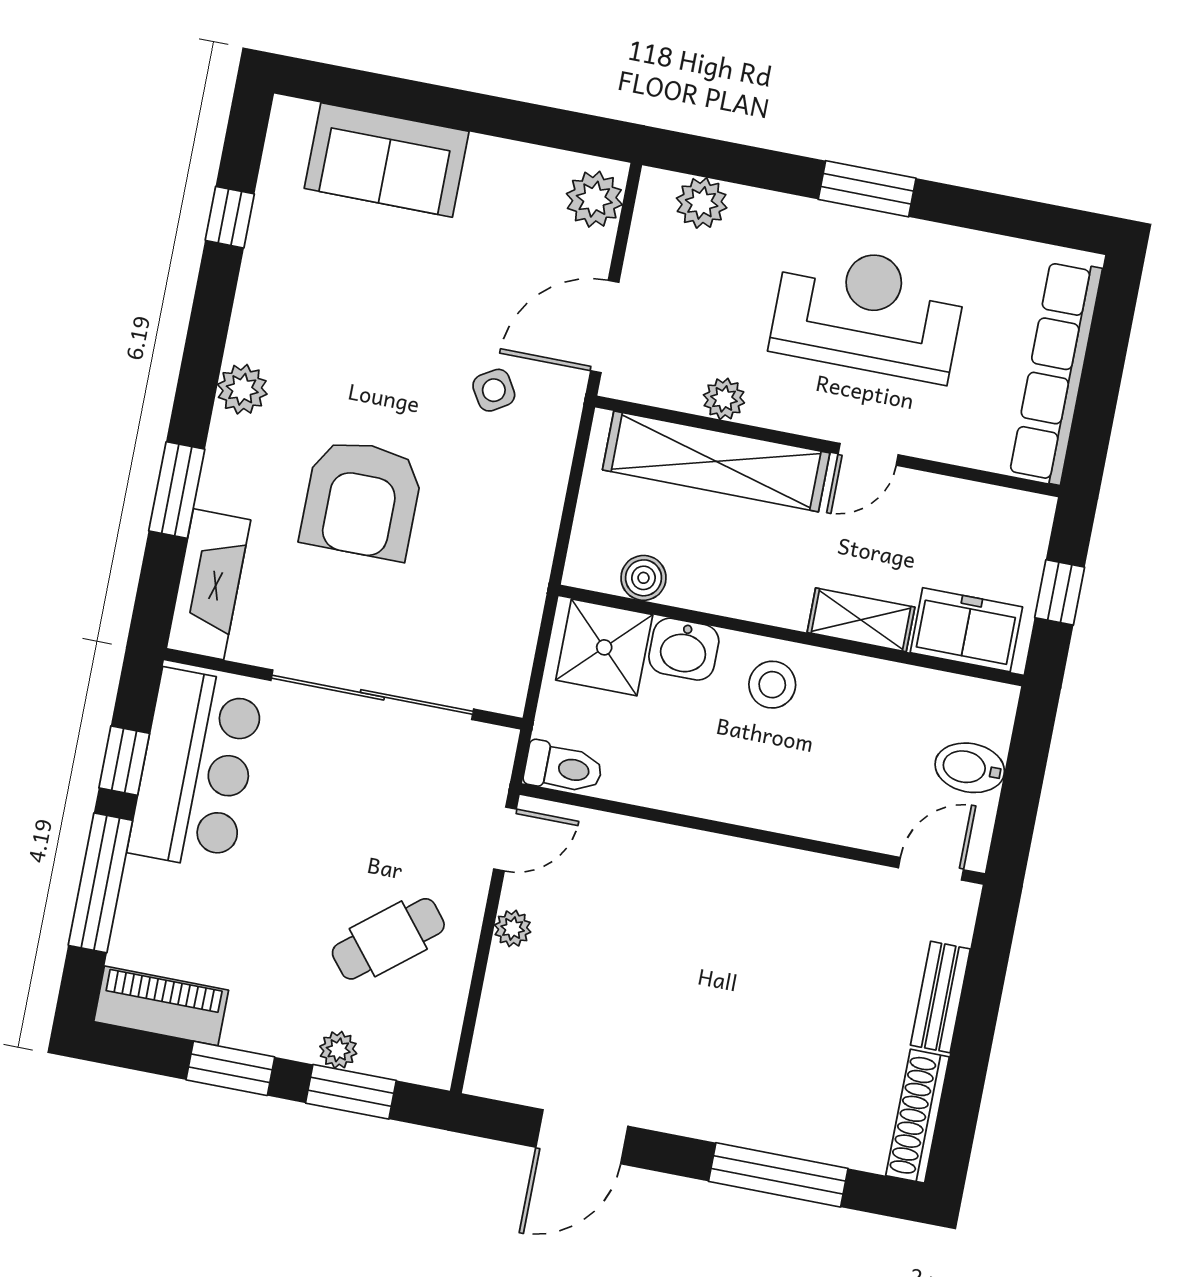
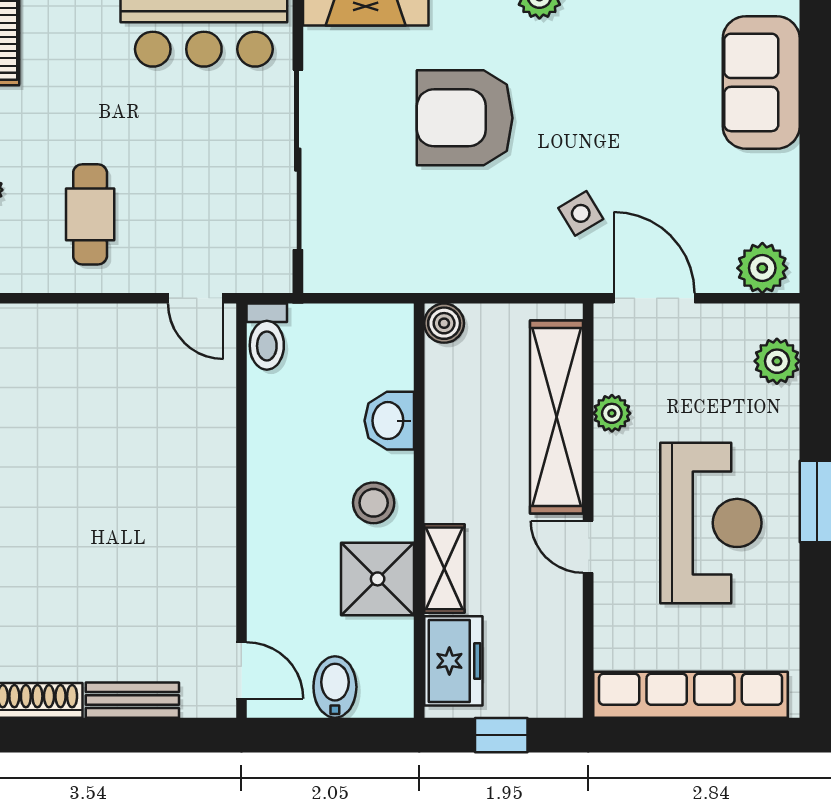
boiler: (644, 578) -> (444, 323), moved
shower: (604, 647) -> (378, 579), moved
plant: (513, 928) -> (120, 320), removed
cafe table: (388, 939) -> (90, 214), turned 39

